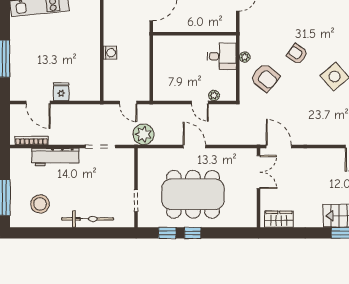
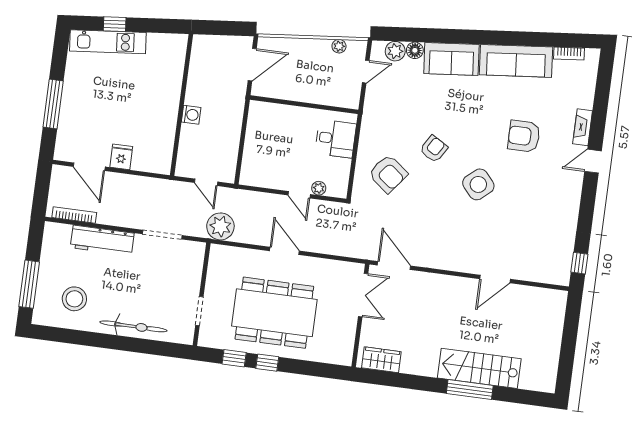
armchair: (297, 54) -> (434, 149), turned 86
plant: (245, 57) -> (365, 144), removed

